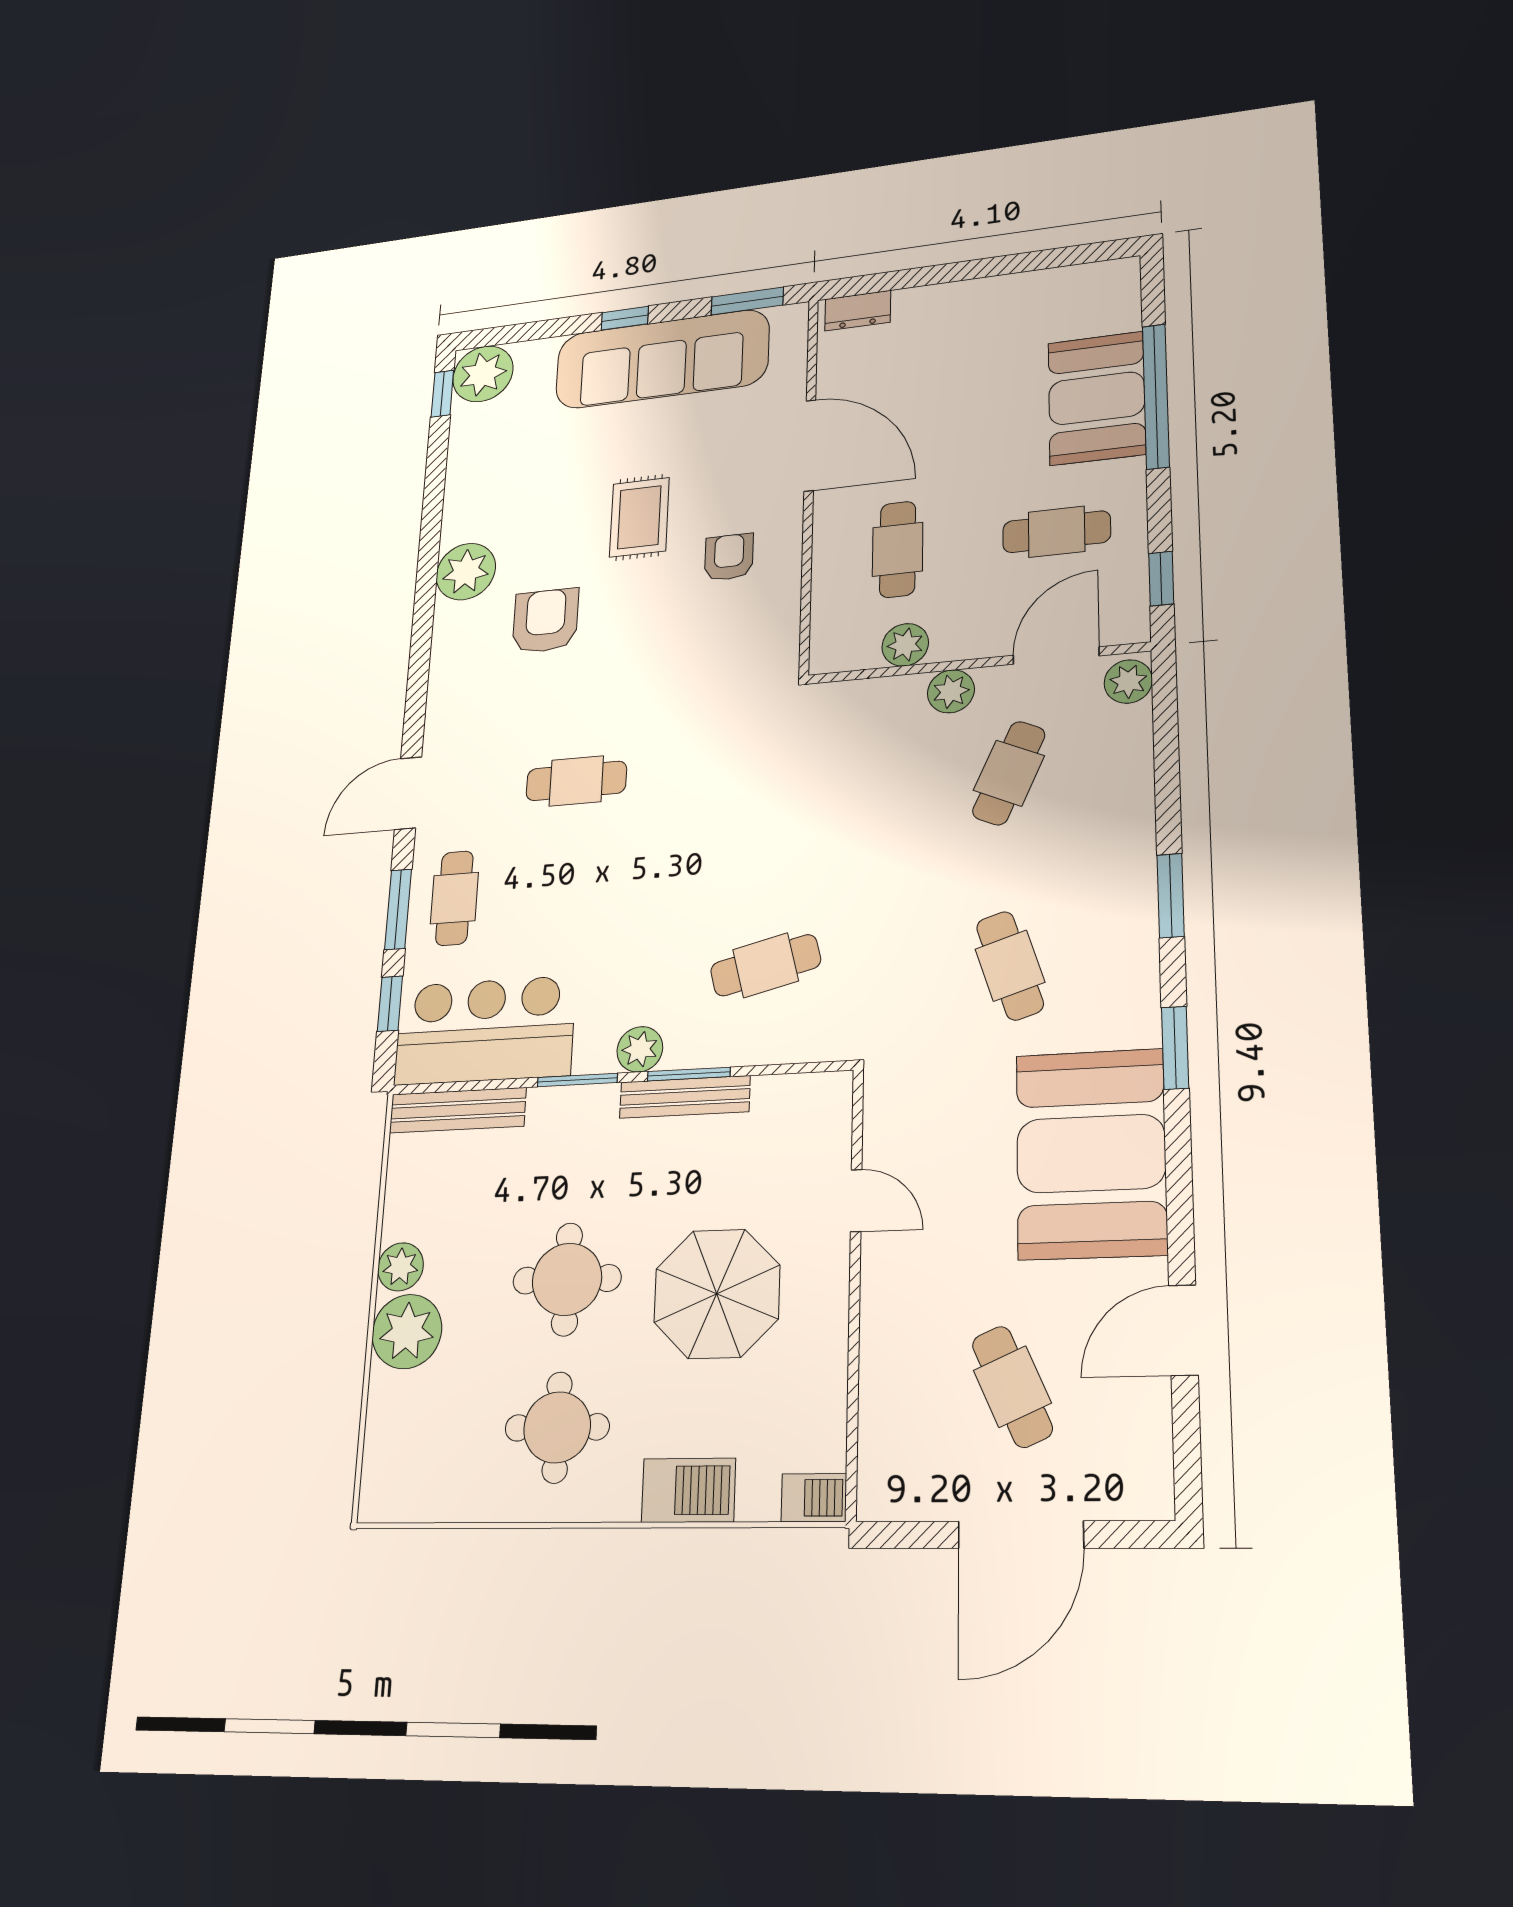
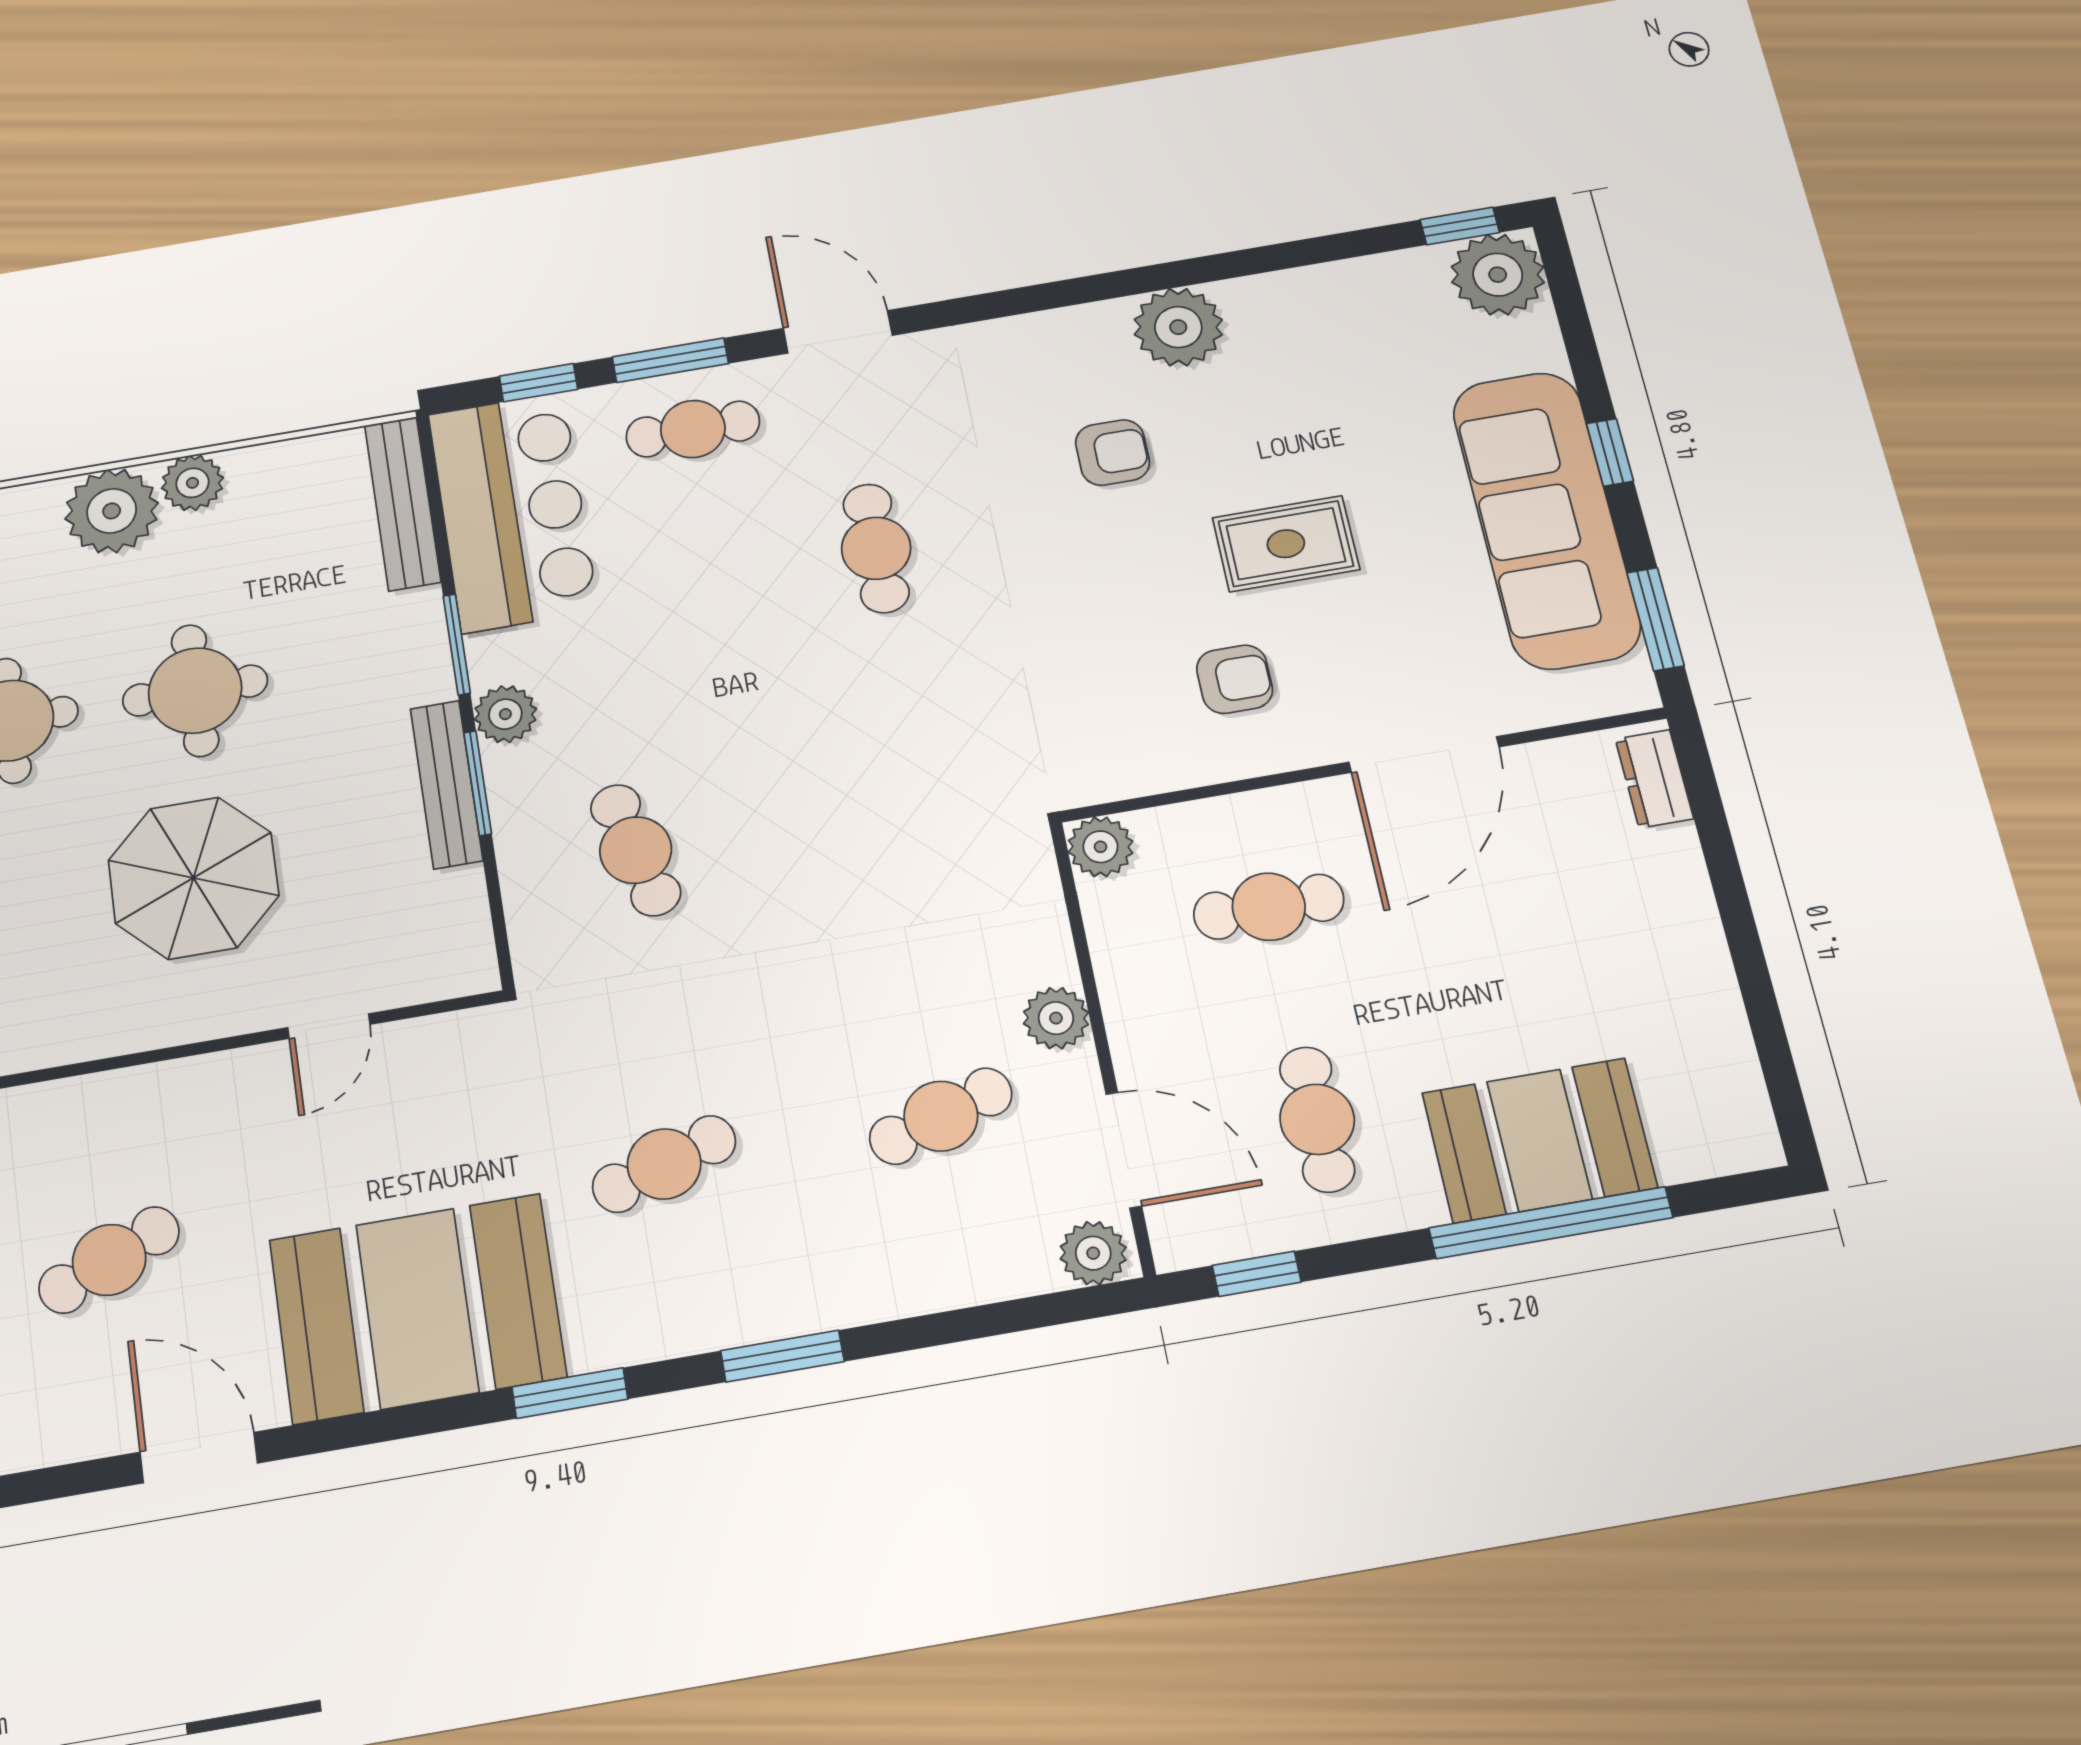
armchair: (545, 621) -> (1112, 453), width x0.72, depth x0.72
plant: (905, 645) -> (1100, 847), moved
cafe table: (1009, 773) -> (941, 1116), turned -42

